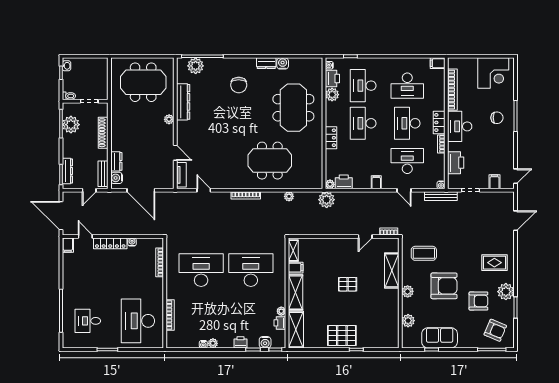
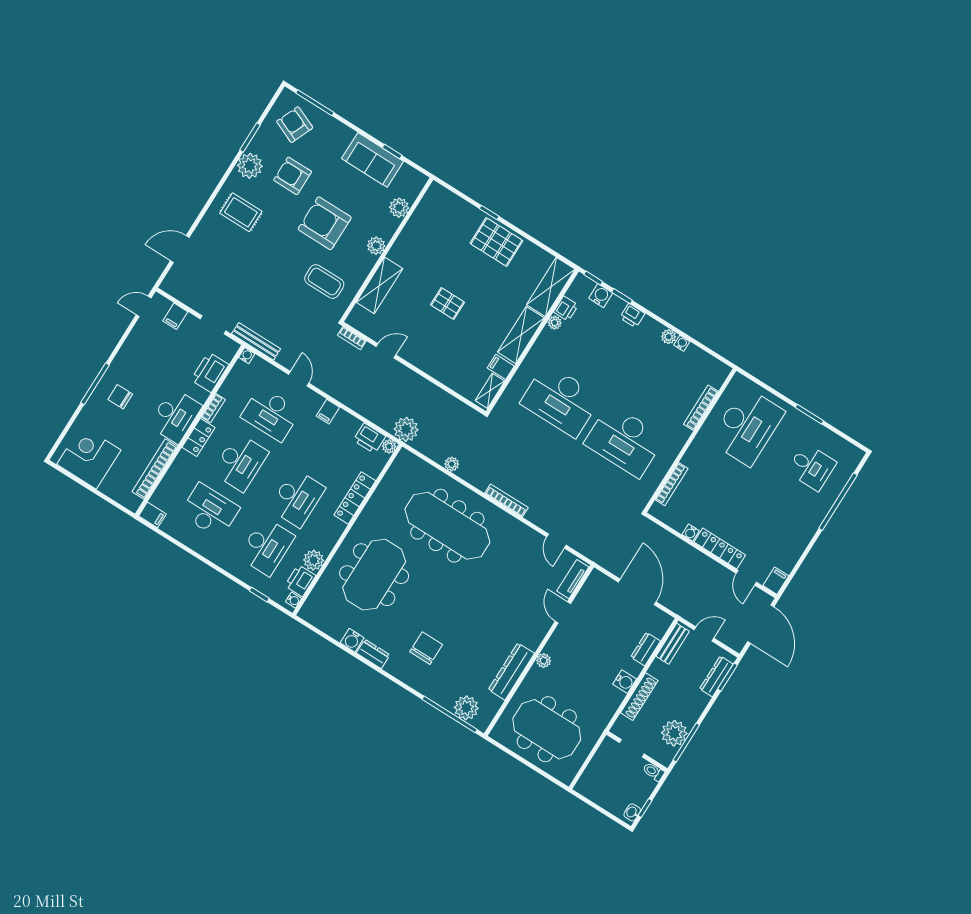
locker: (331, 138) -> (355, 498), width x1.53
meeting table: (270, 161) -> (447, 526), width x1.36
water cooler: (117, 178) -> (625, 682), moved

